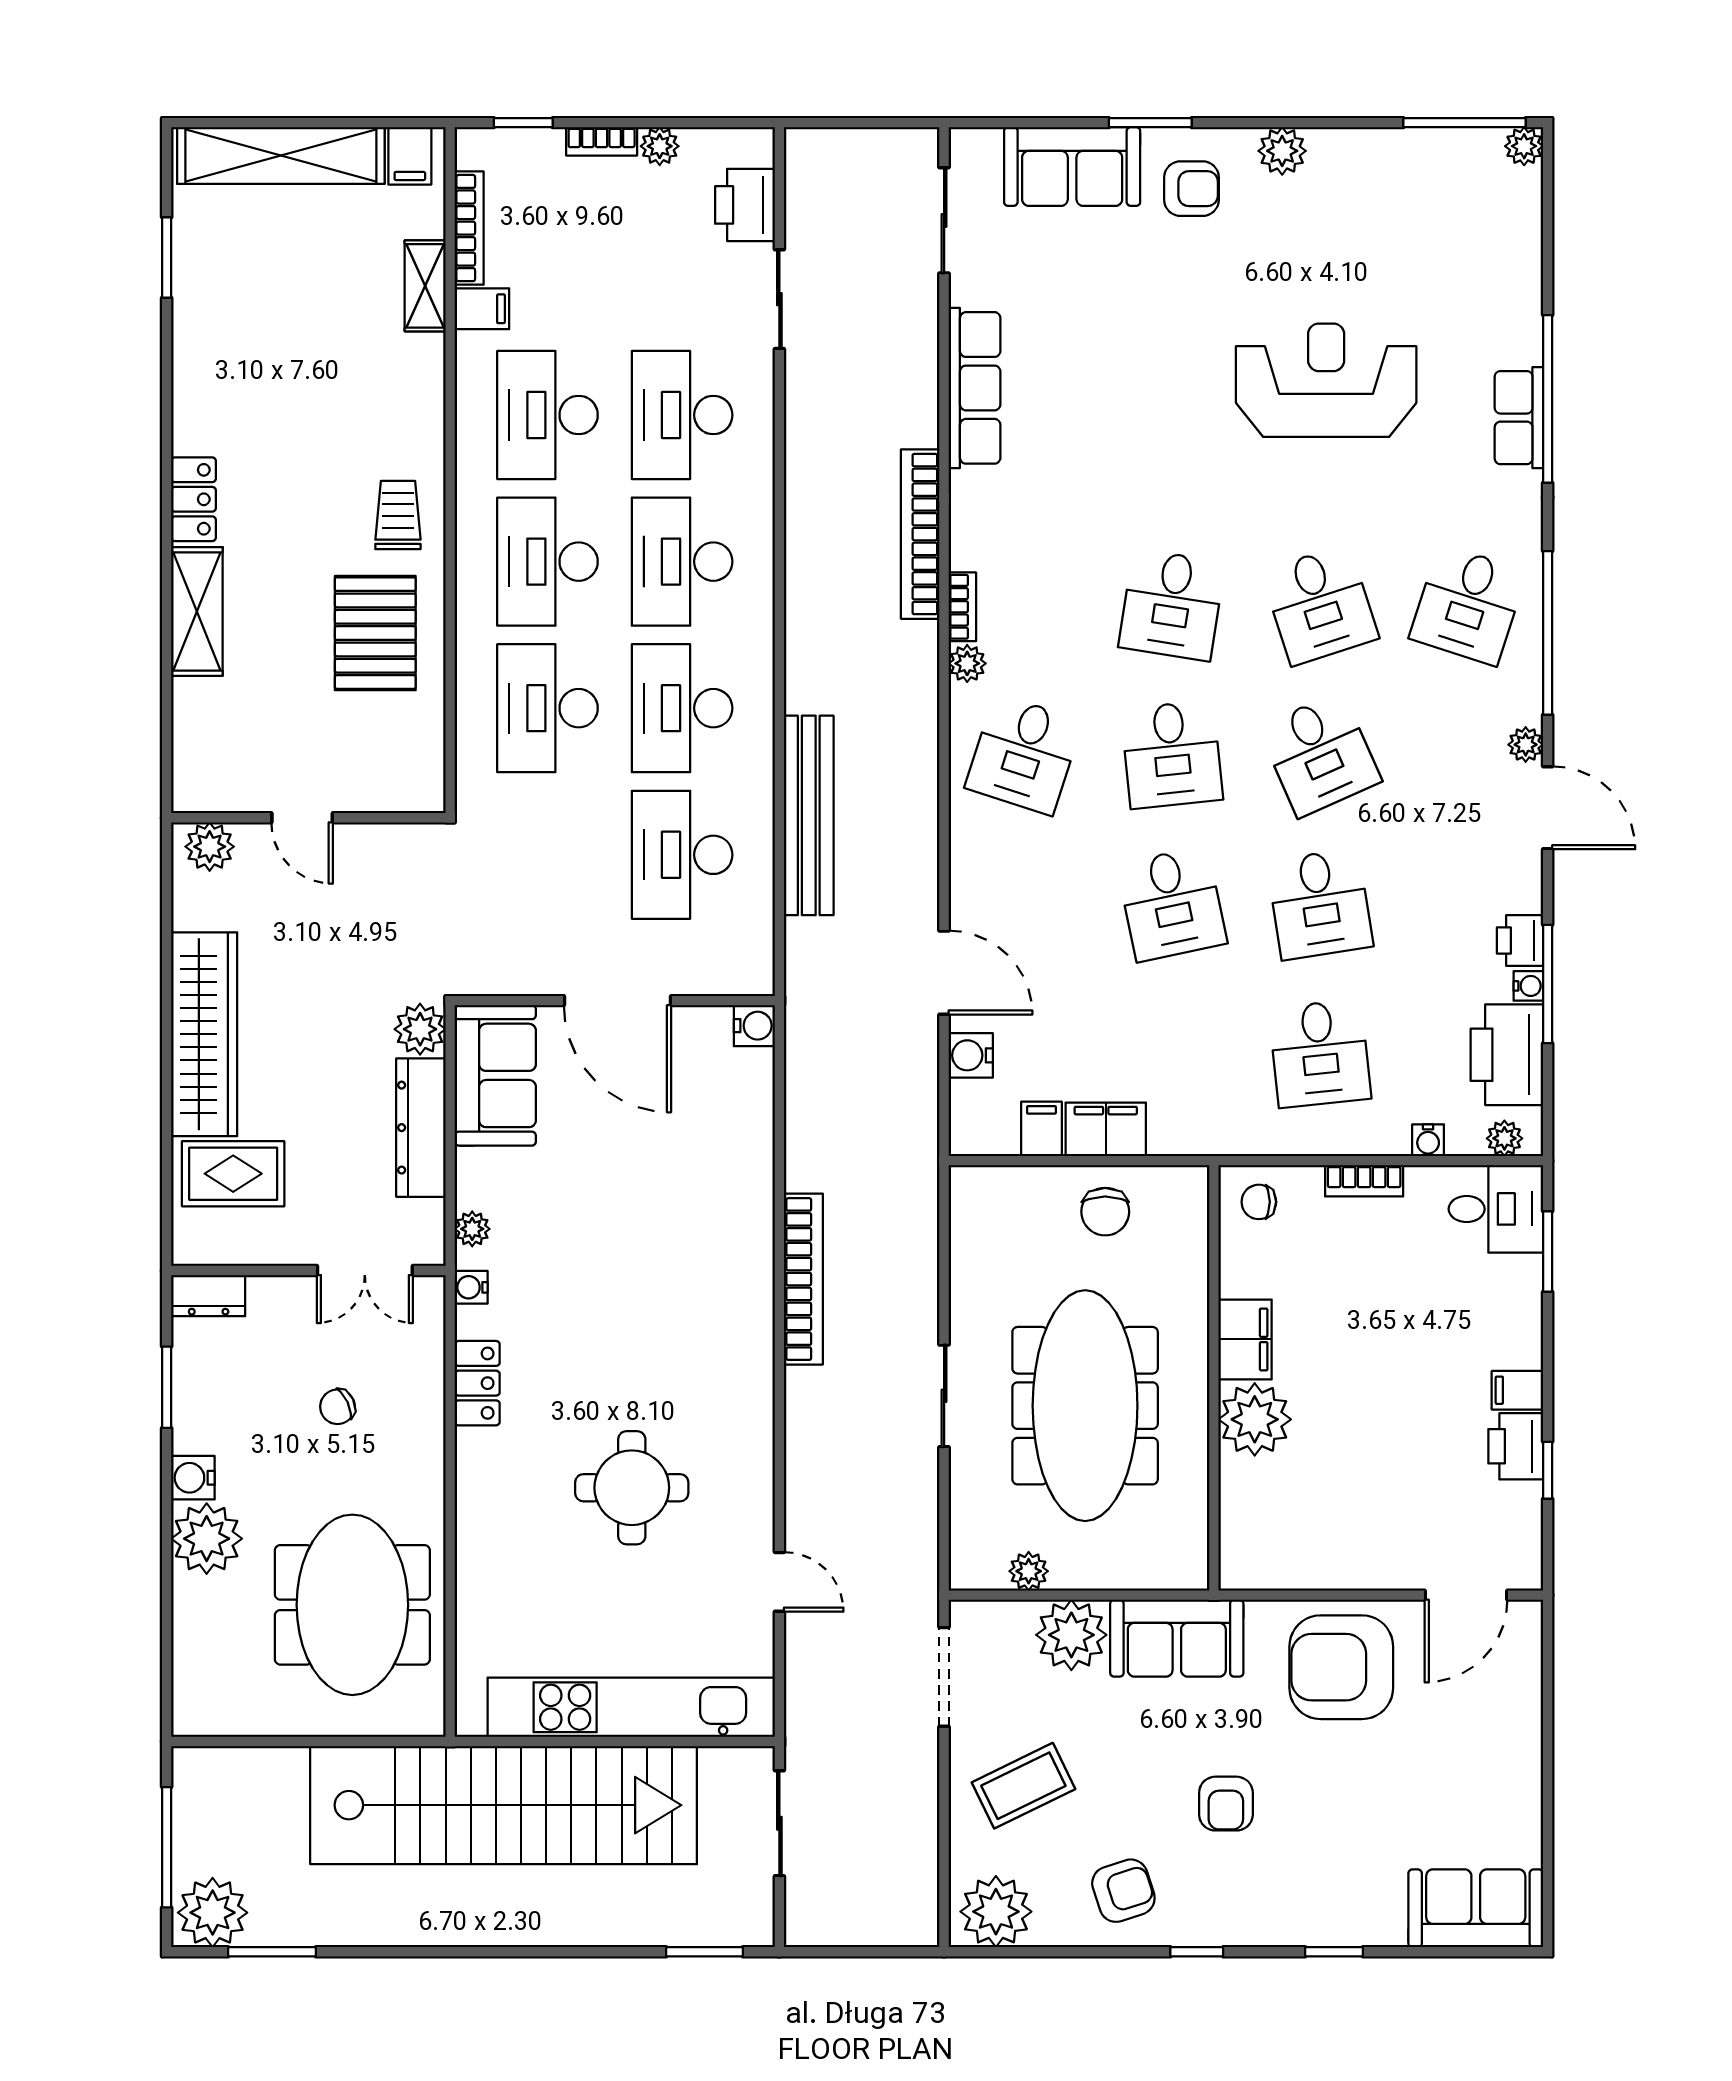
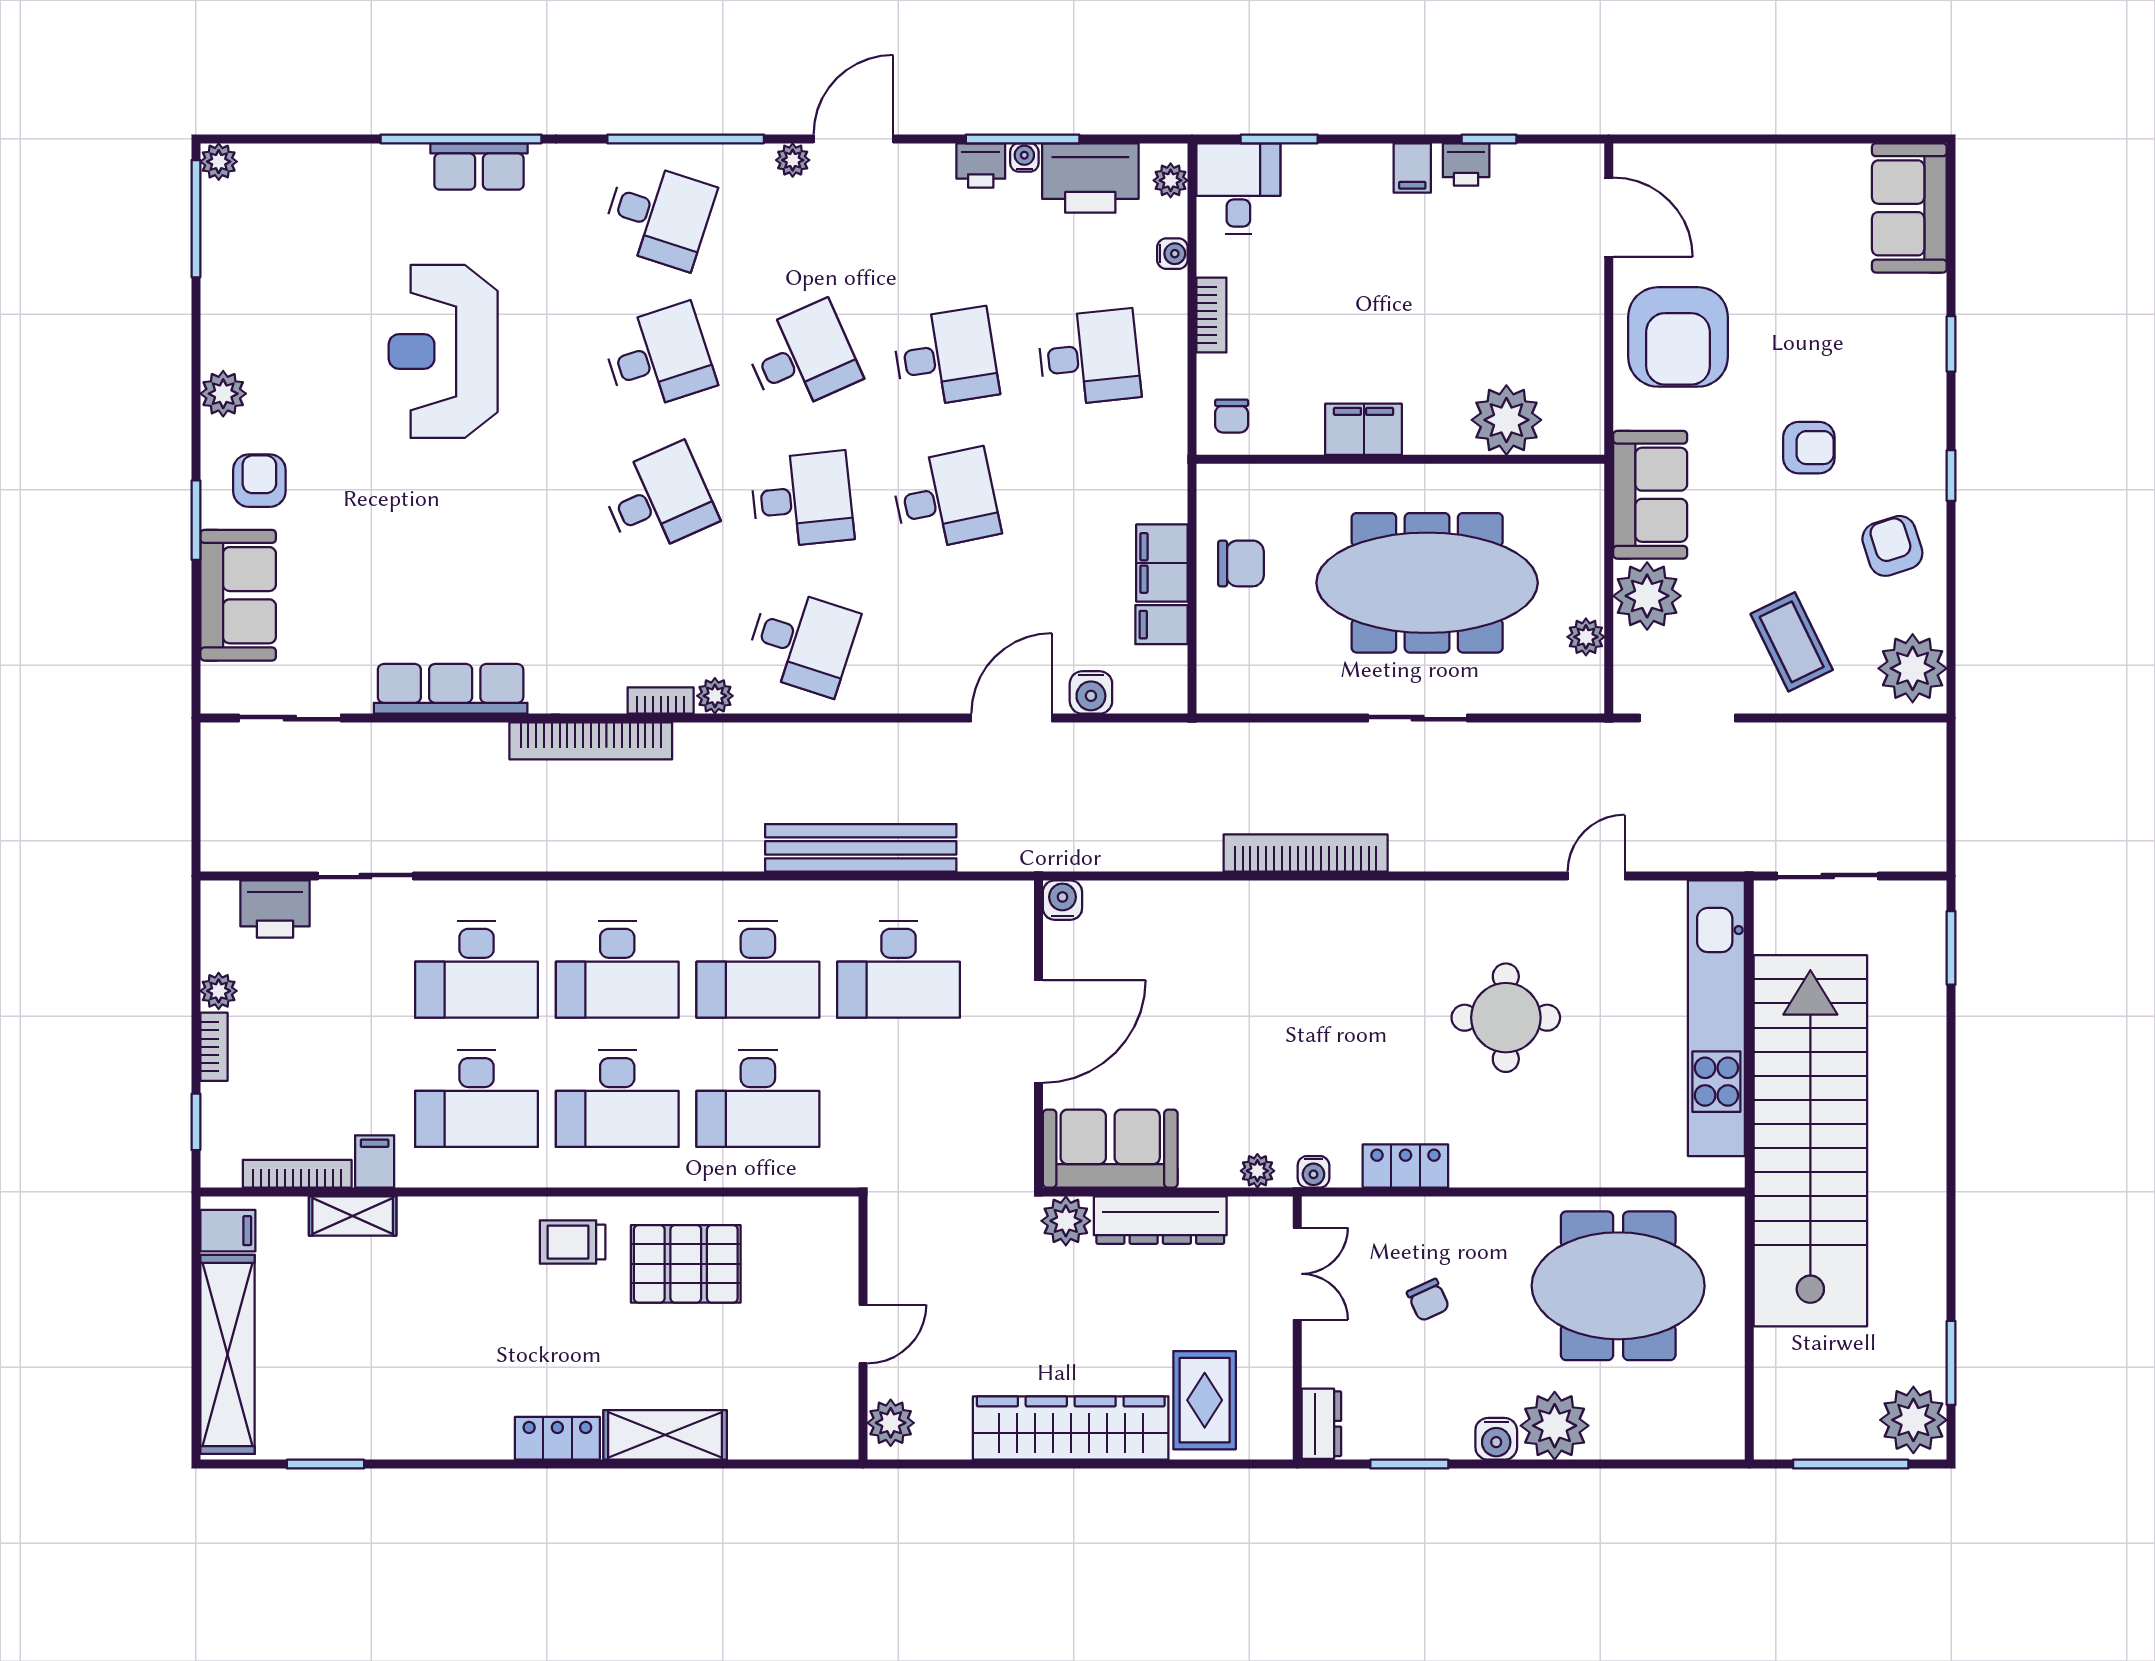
desk: (1172, 605) -> (659, 500), turned -33
plant: (1255, 1419) -> (1506, 420), moved
printer: (1516, 1446) -> (1466, 164), width x0.73, depth x0.81

